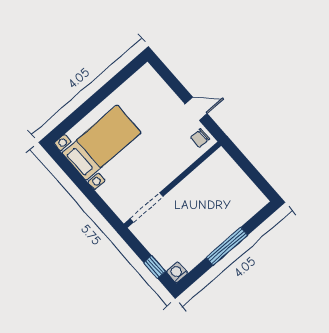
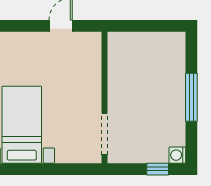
chair: (200, 138) -> (87, 43), removed

